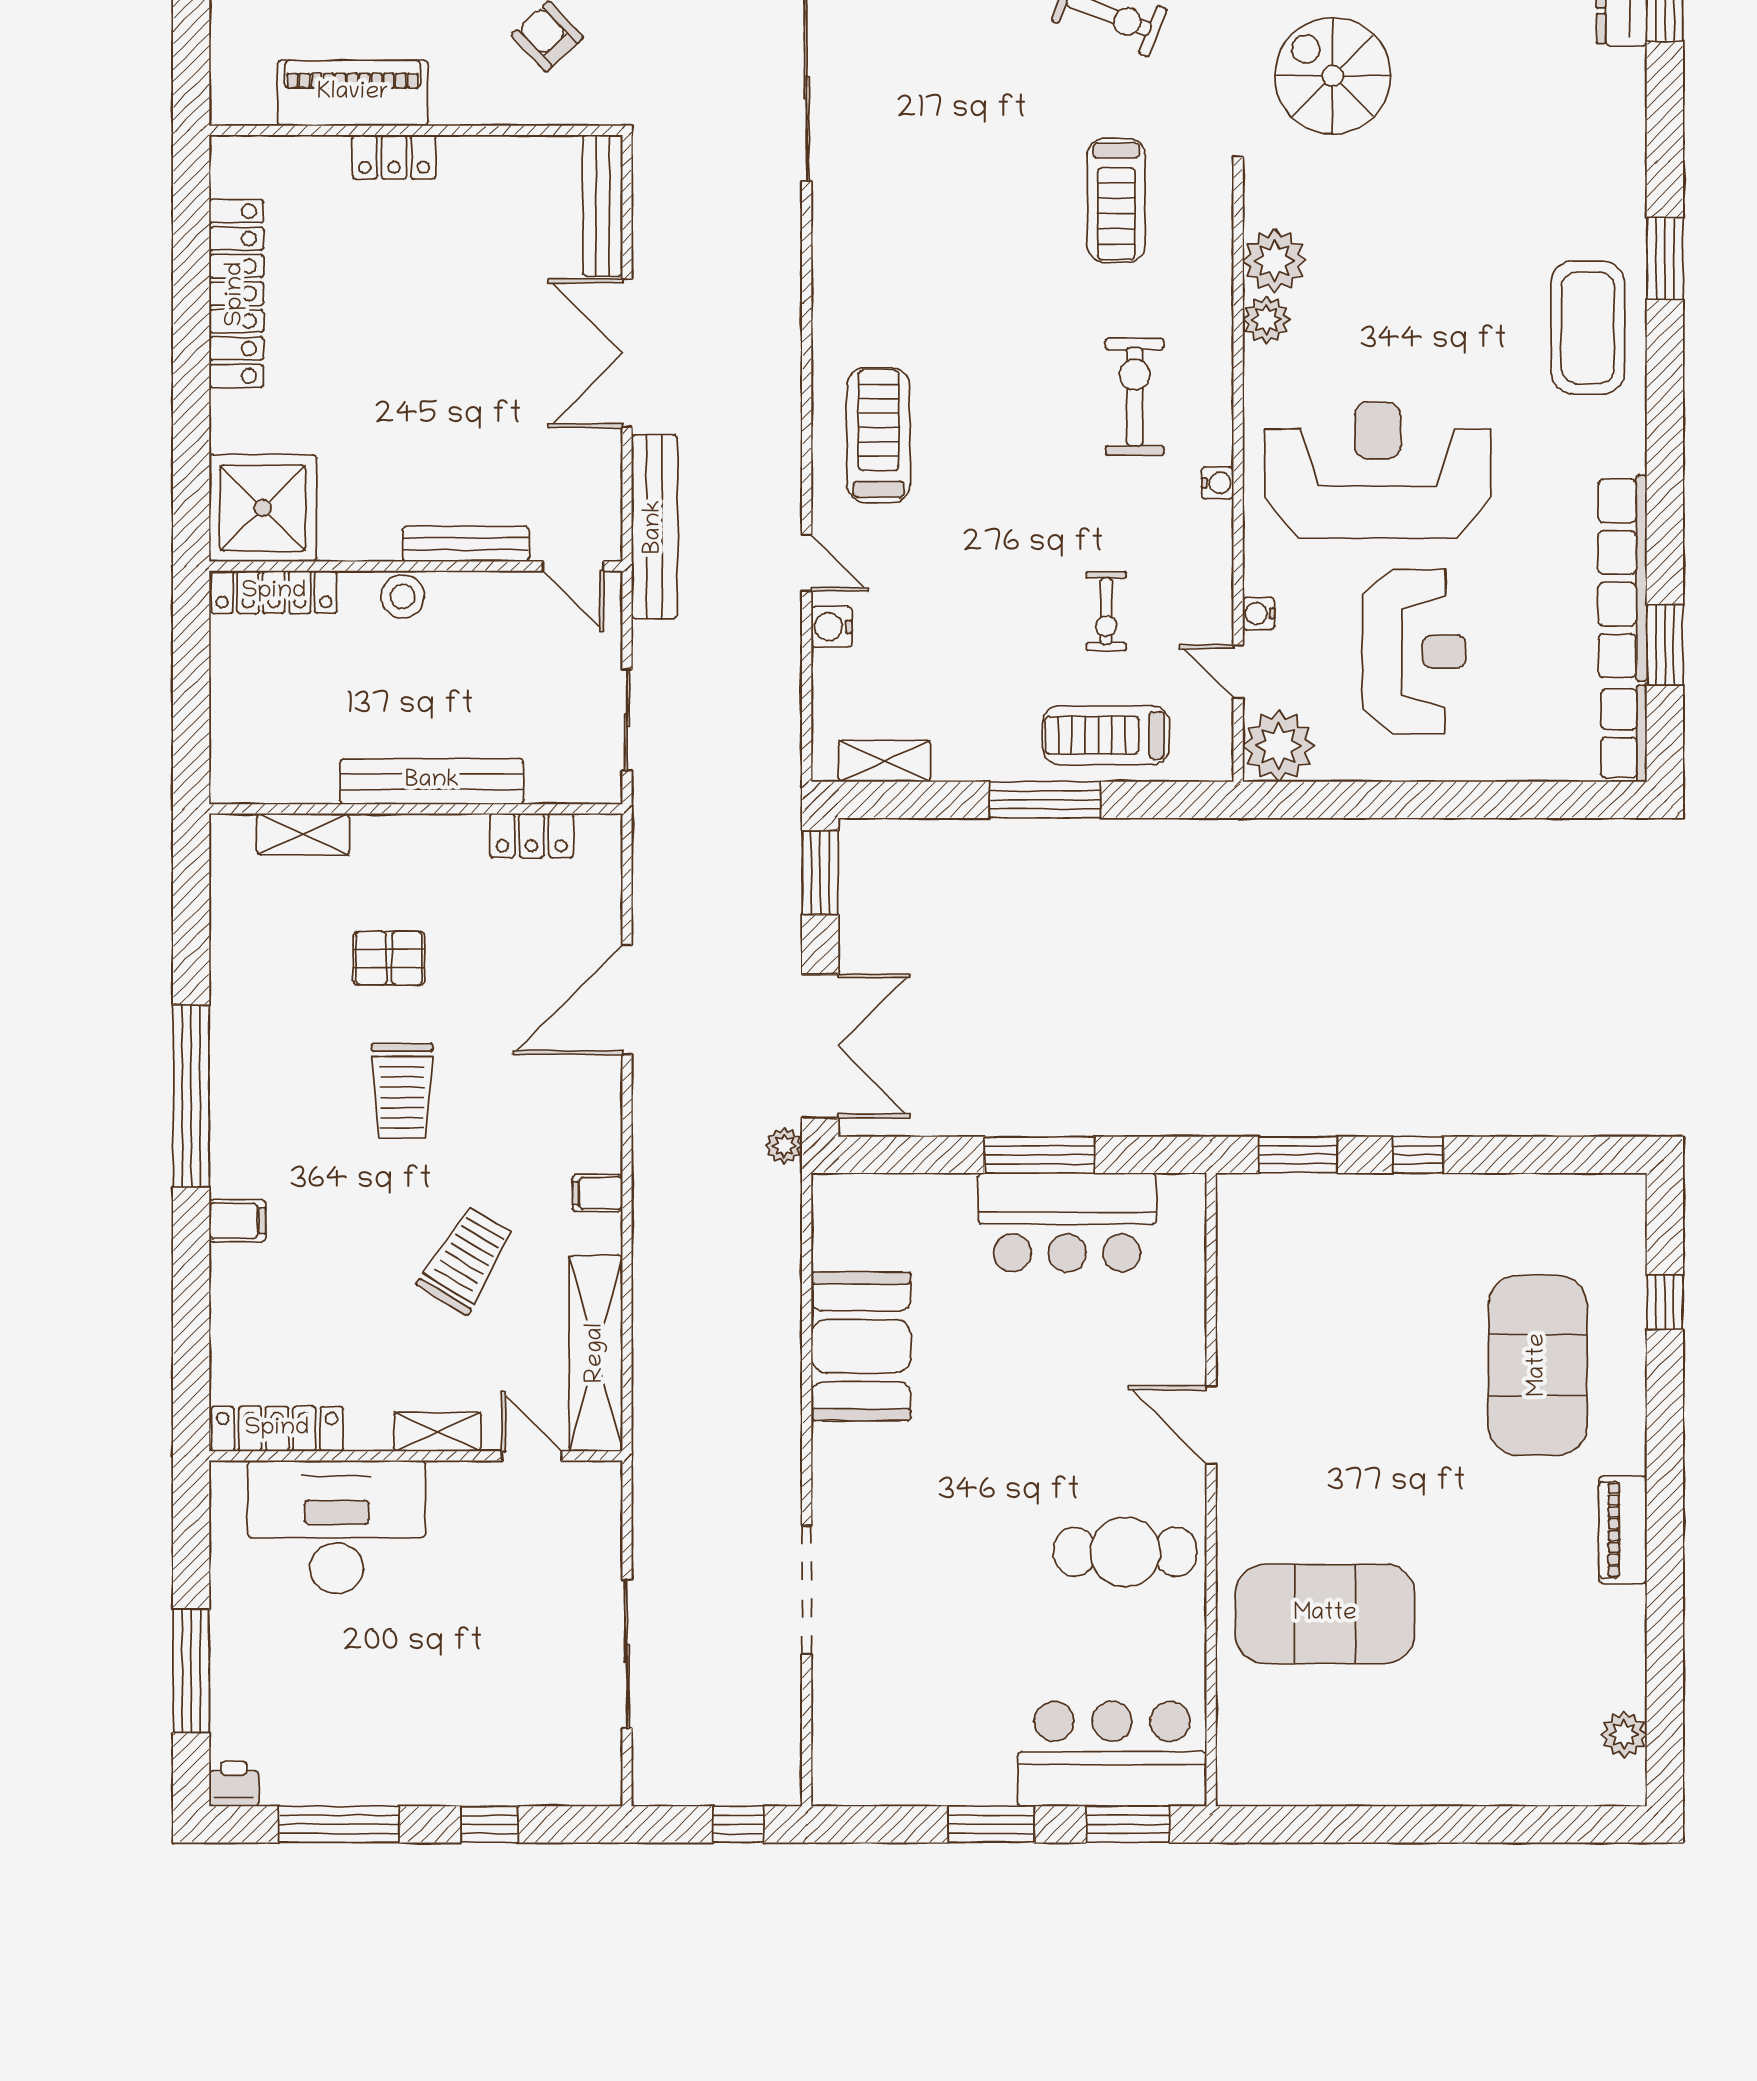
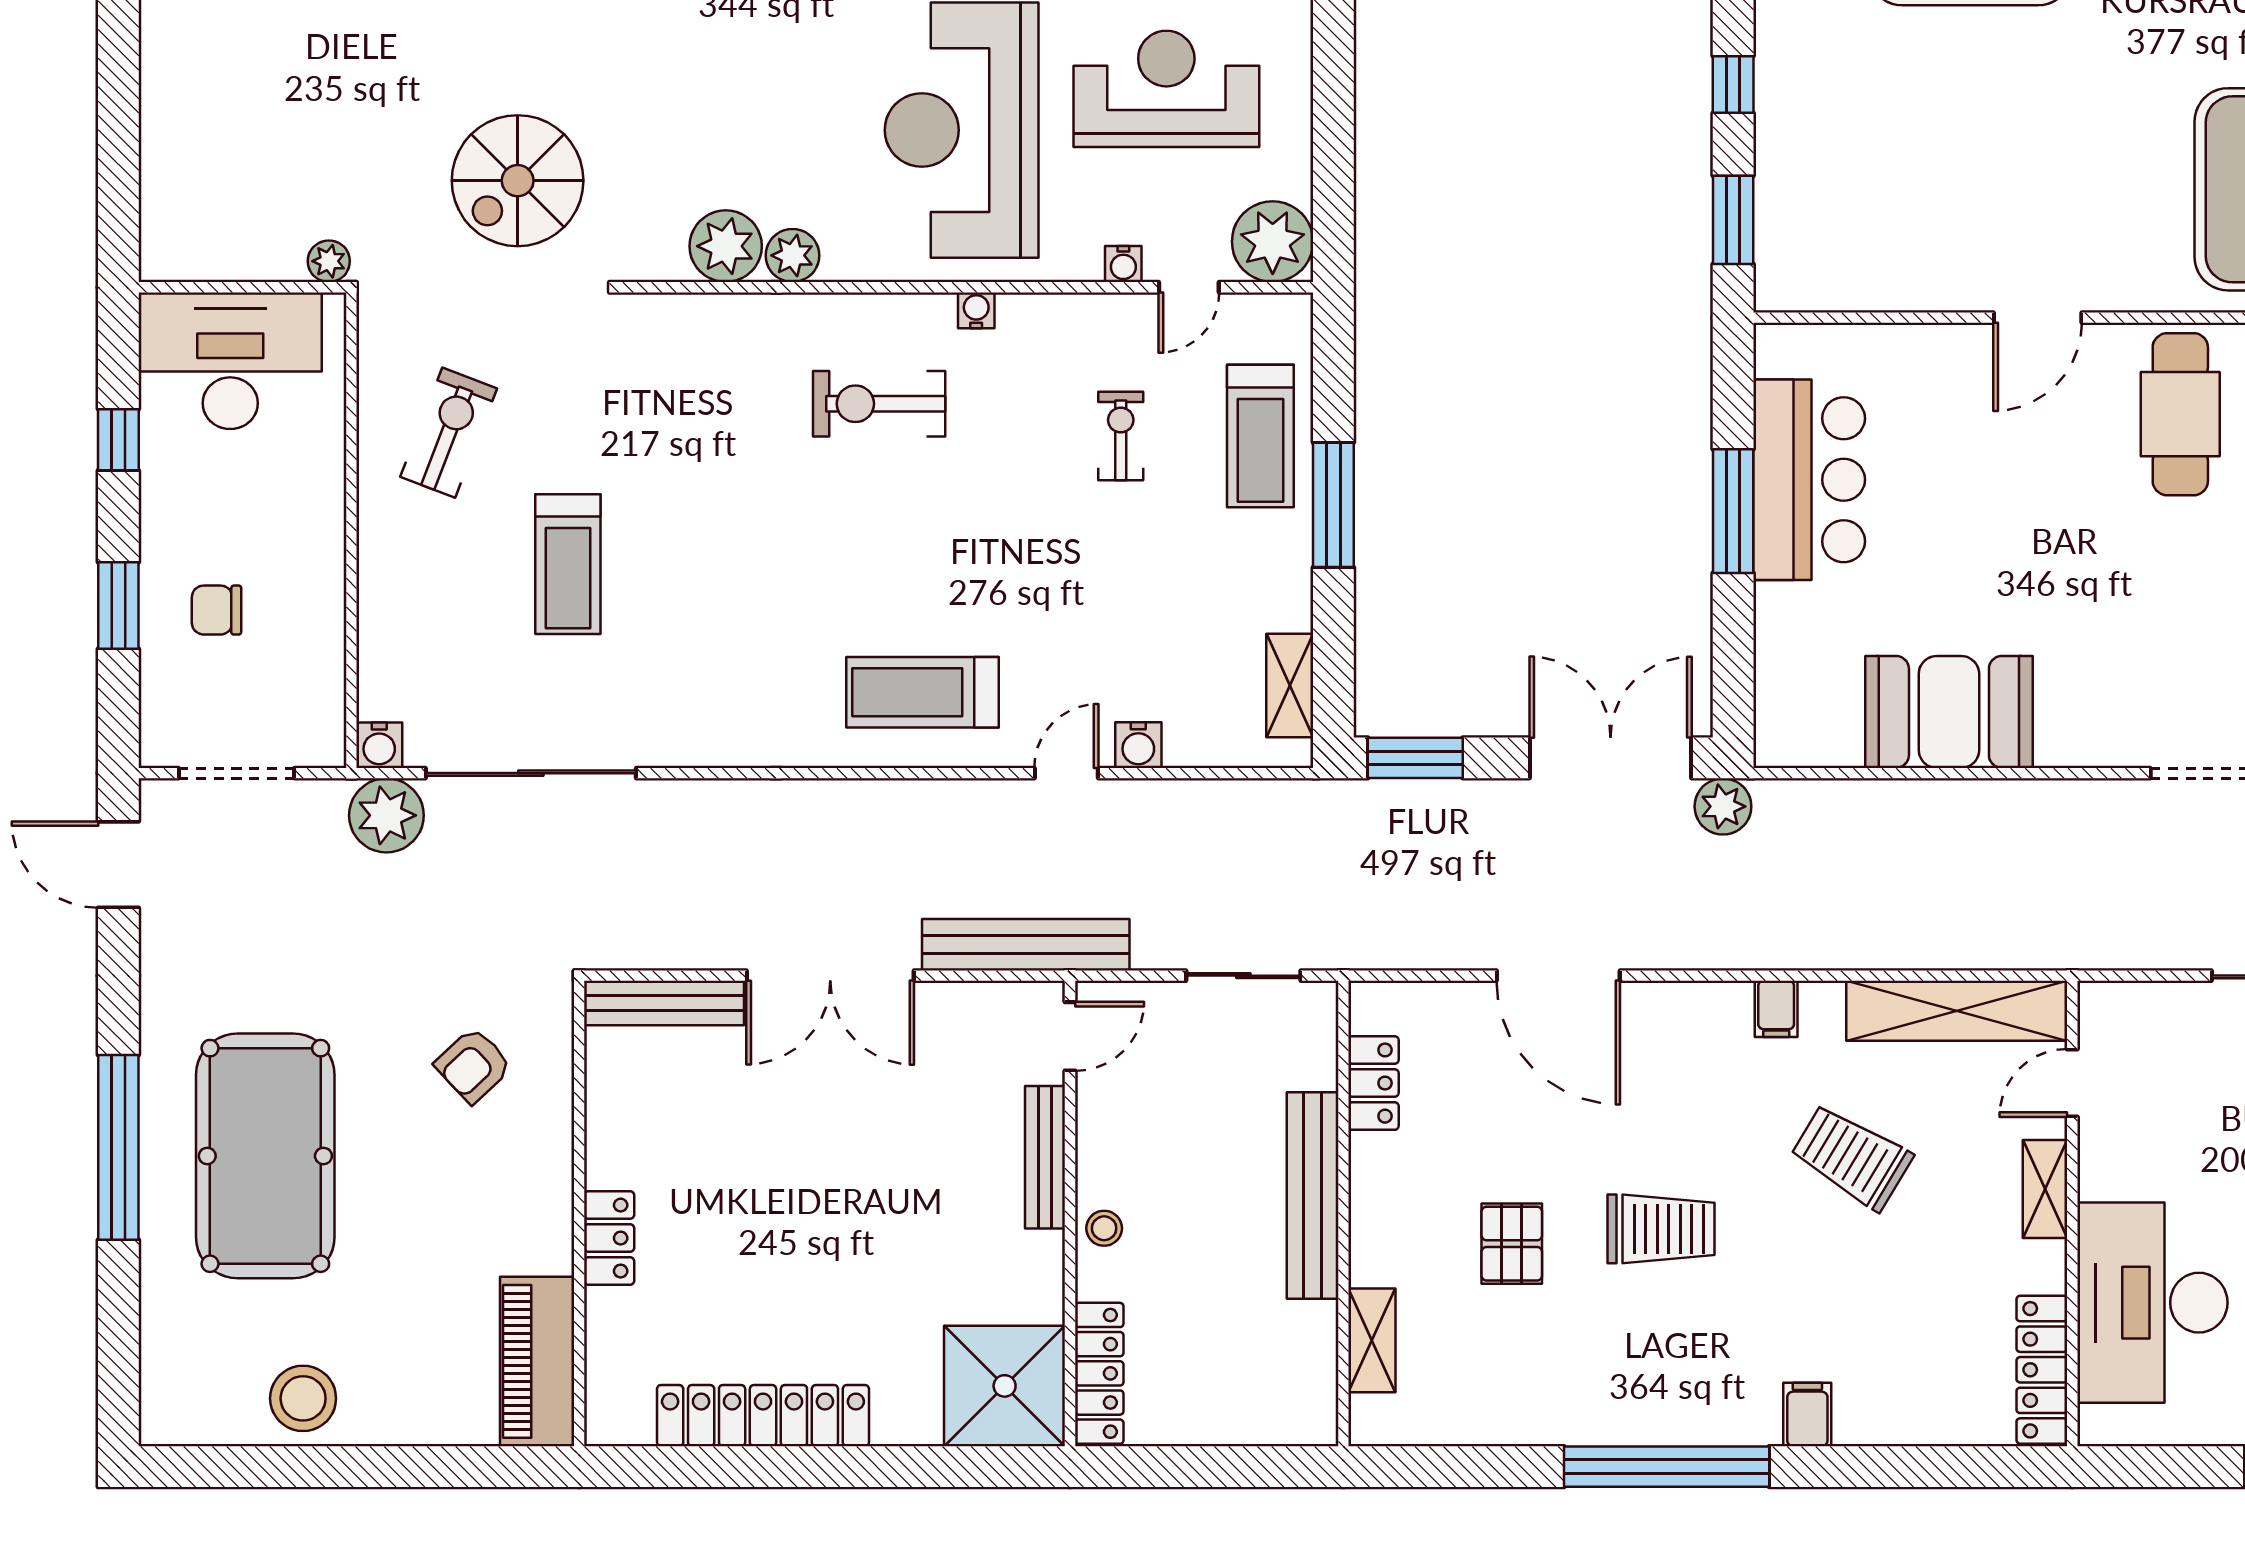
piano: (353, 93) -> (537, 1361), moved
treadmill: (1116, 200) -> (568, 564), moved, turned 90
stool: (403, 596) -> (1104, 1228), width x0.73, depth x0.73
exercise bike: (1106, 611) -> (1121, 436), turned -90
plant: (784, 1146) -> (1723, 806), width x1.38, depth x1.38

